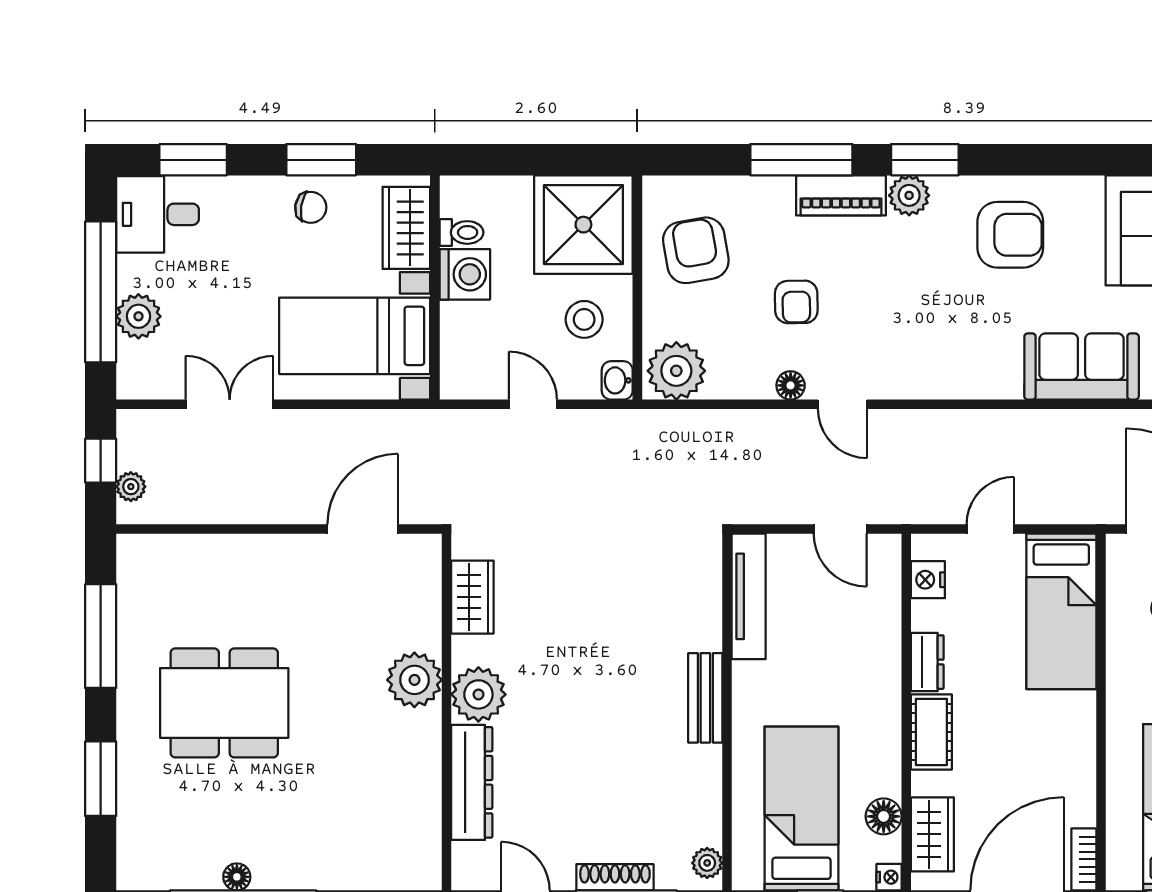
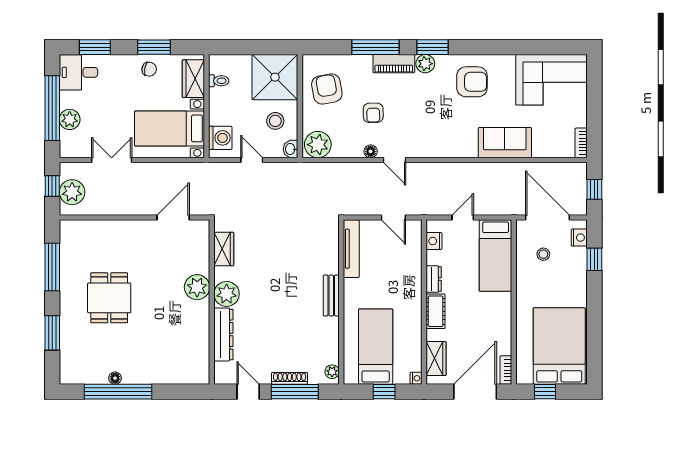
washing machine: (465, 274) -> (220, 138), moved
plant: (131, 487) -> (72, 192), width x1.88, depth x1.88
dining table: (224, 703) -> (109, 298), width x0.73
floor lamp: (884, 816) -> (413, 350), removed

